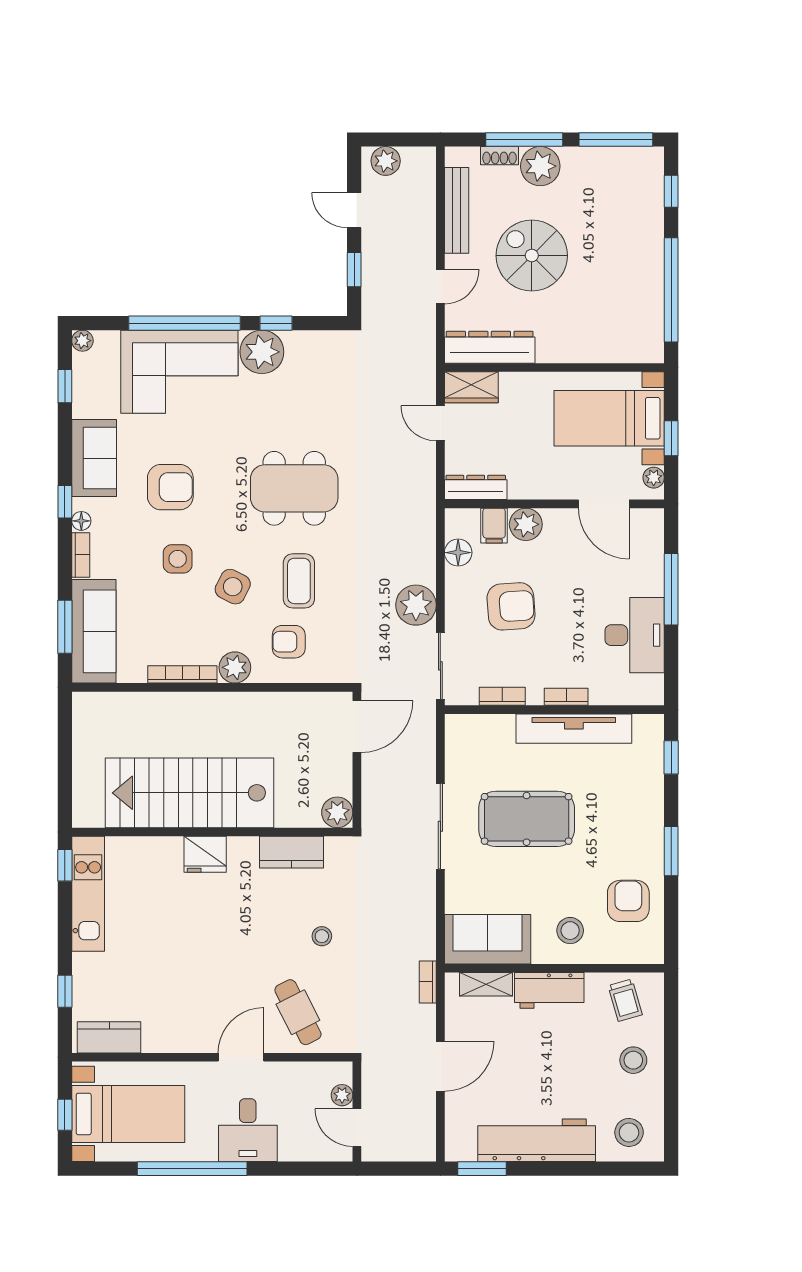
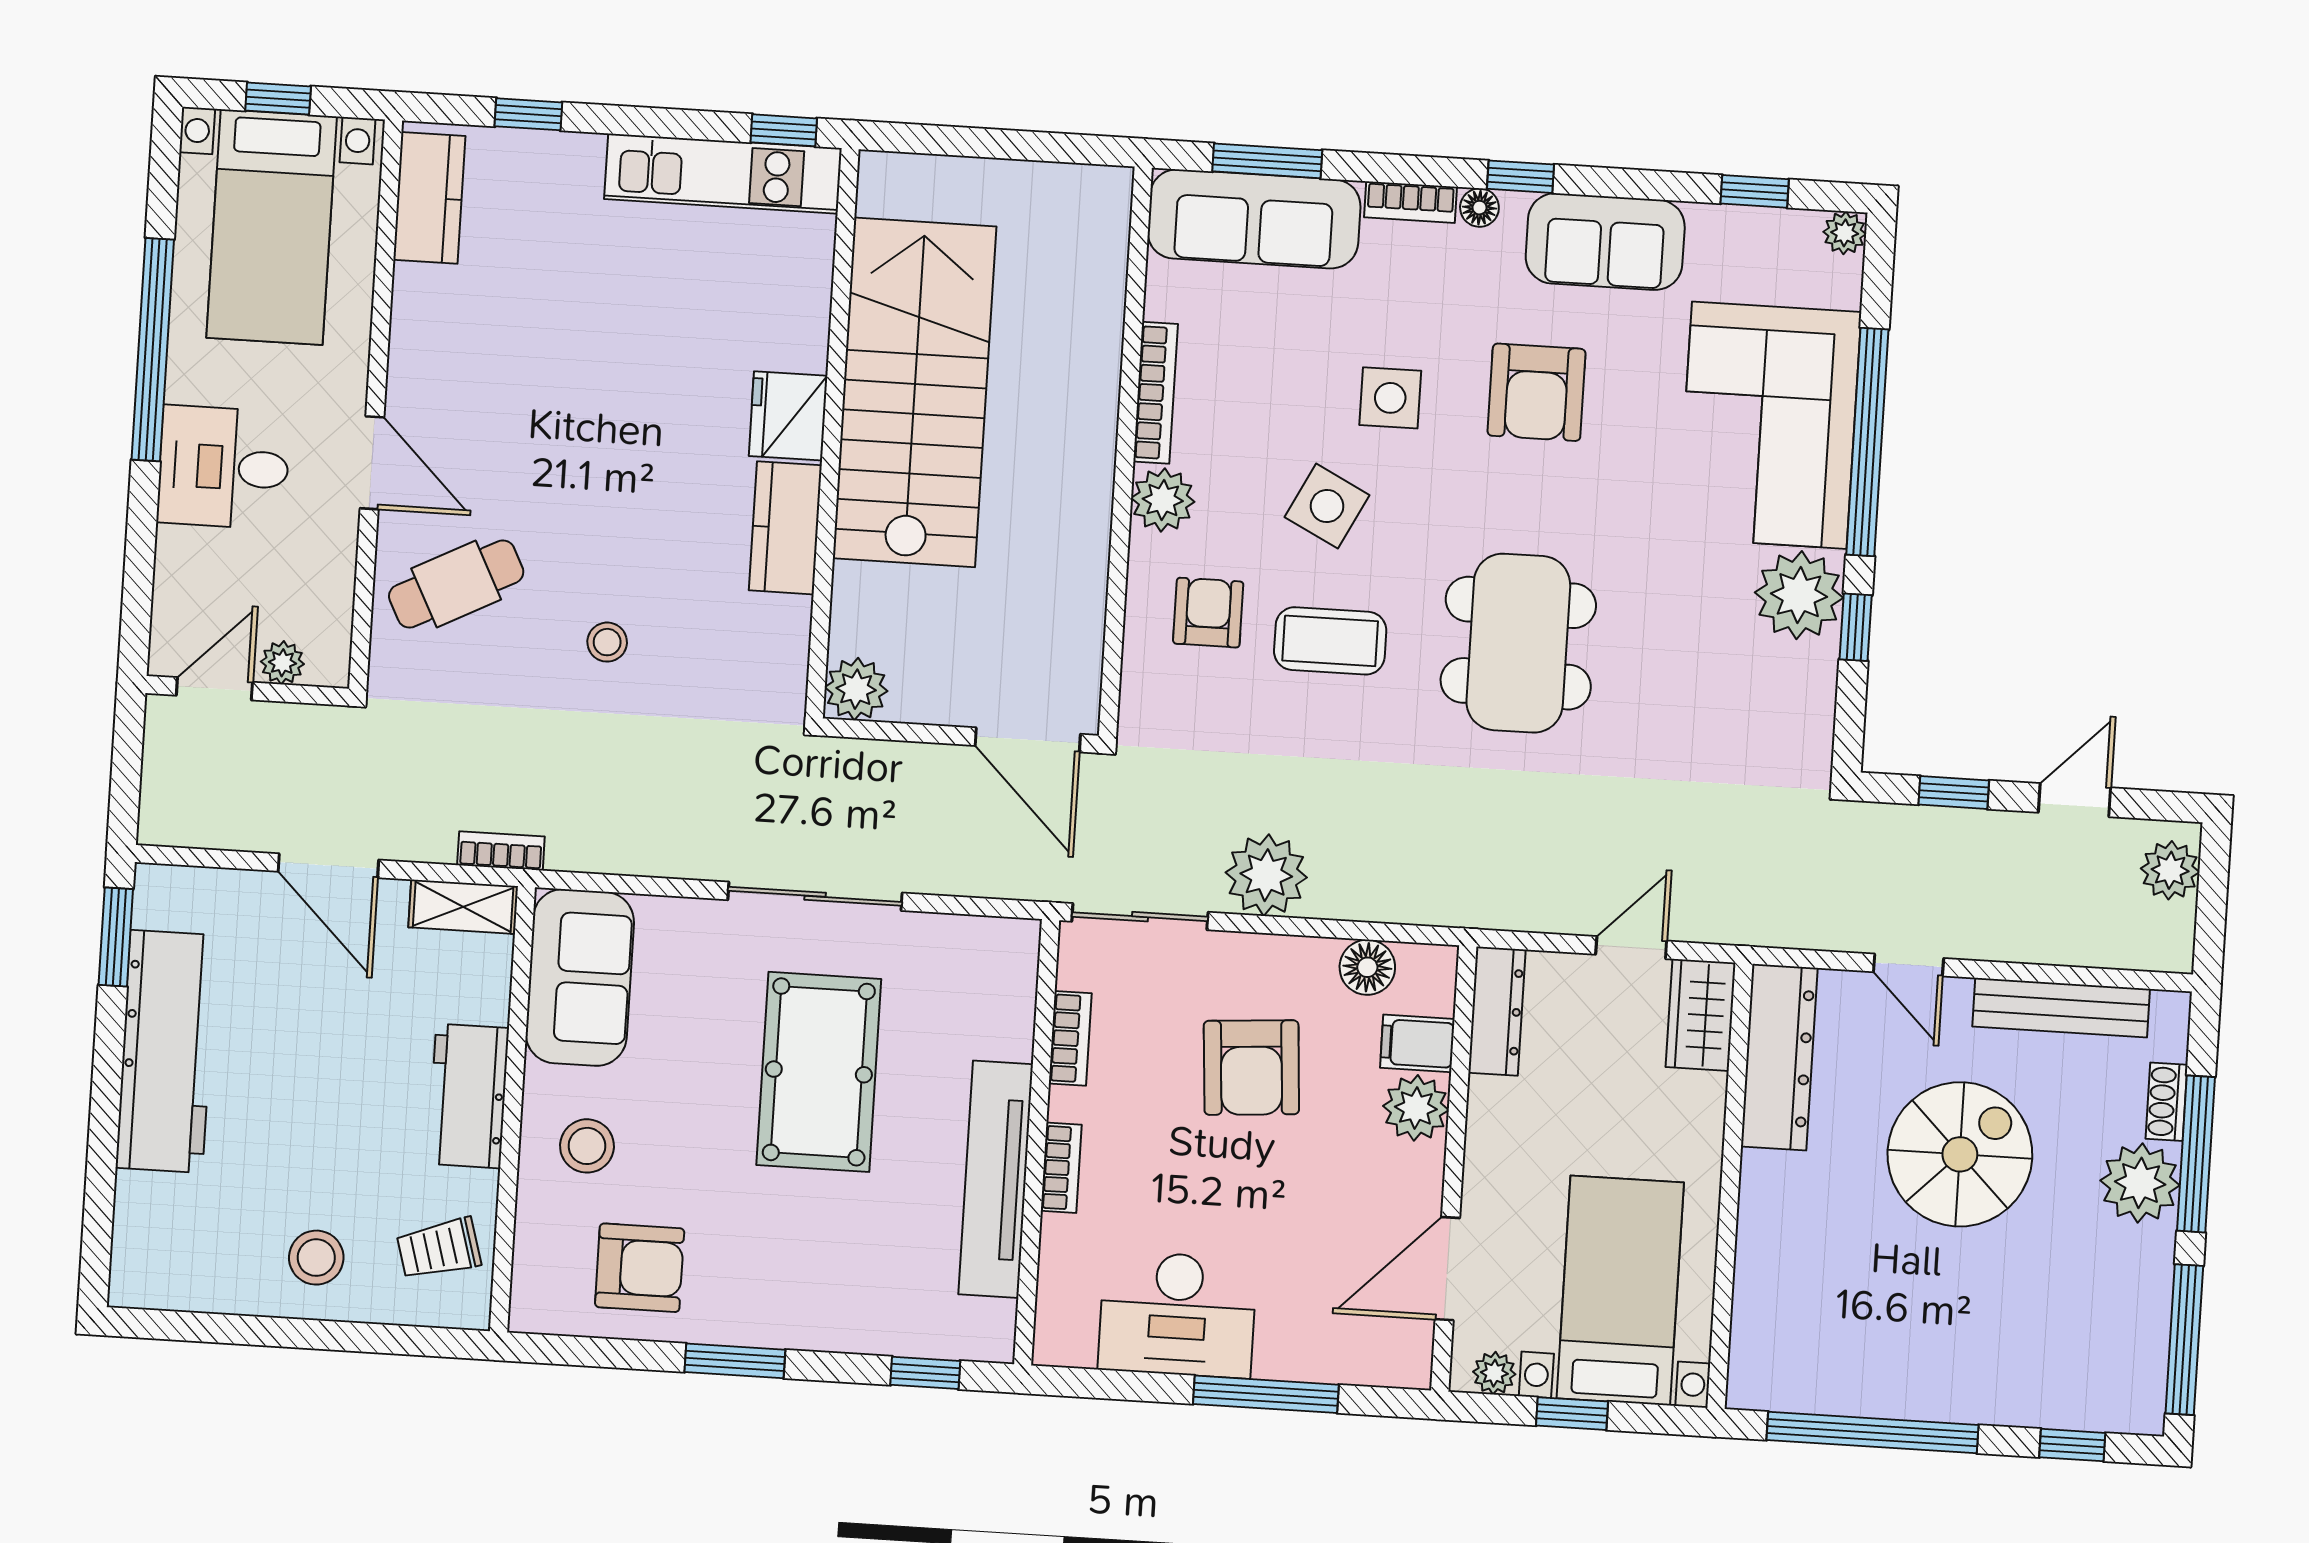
kitchen counter: (292, 852) -> (785, 528), moved
shelving: (486, 984) -> (463, 907), moved, turned 90
stool: (629, 1132) -> (170, 1240), removed

